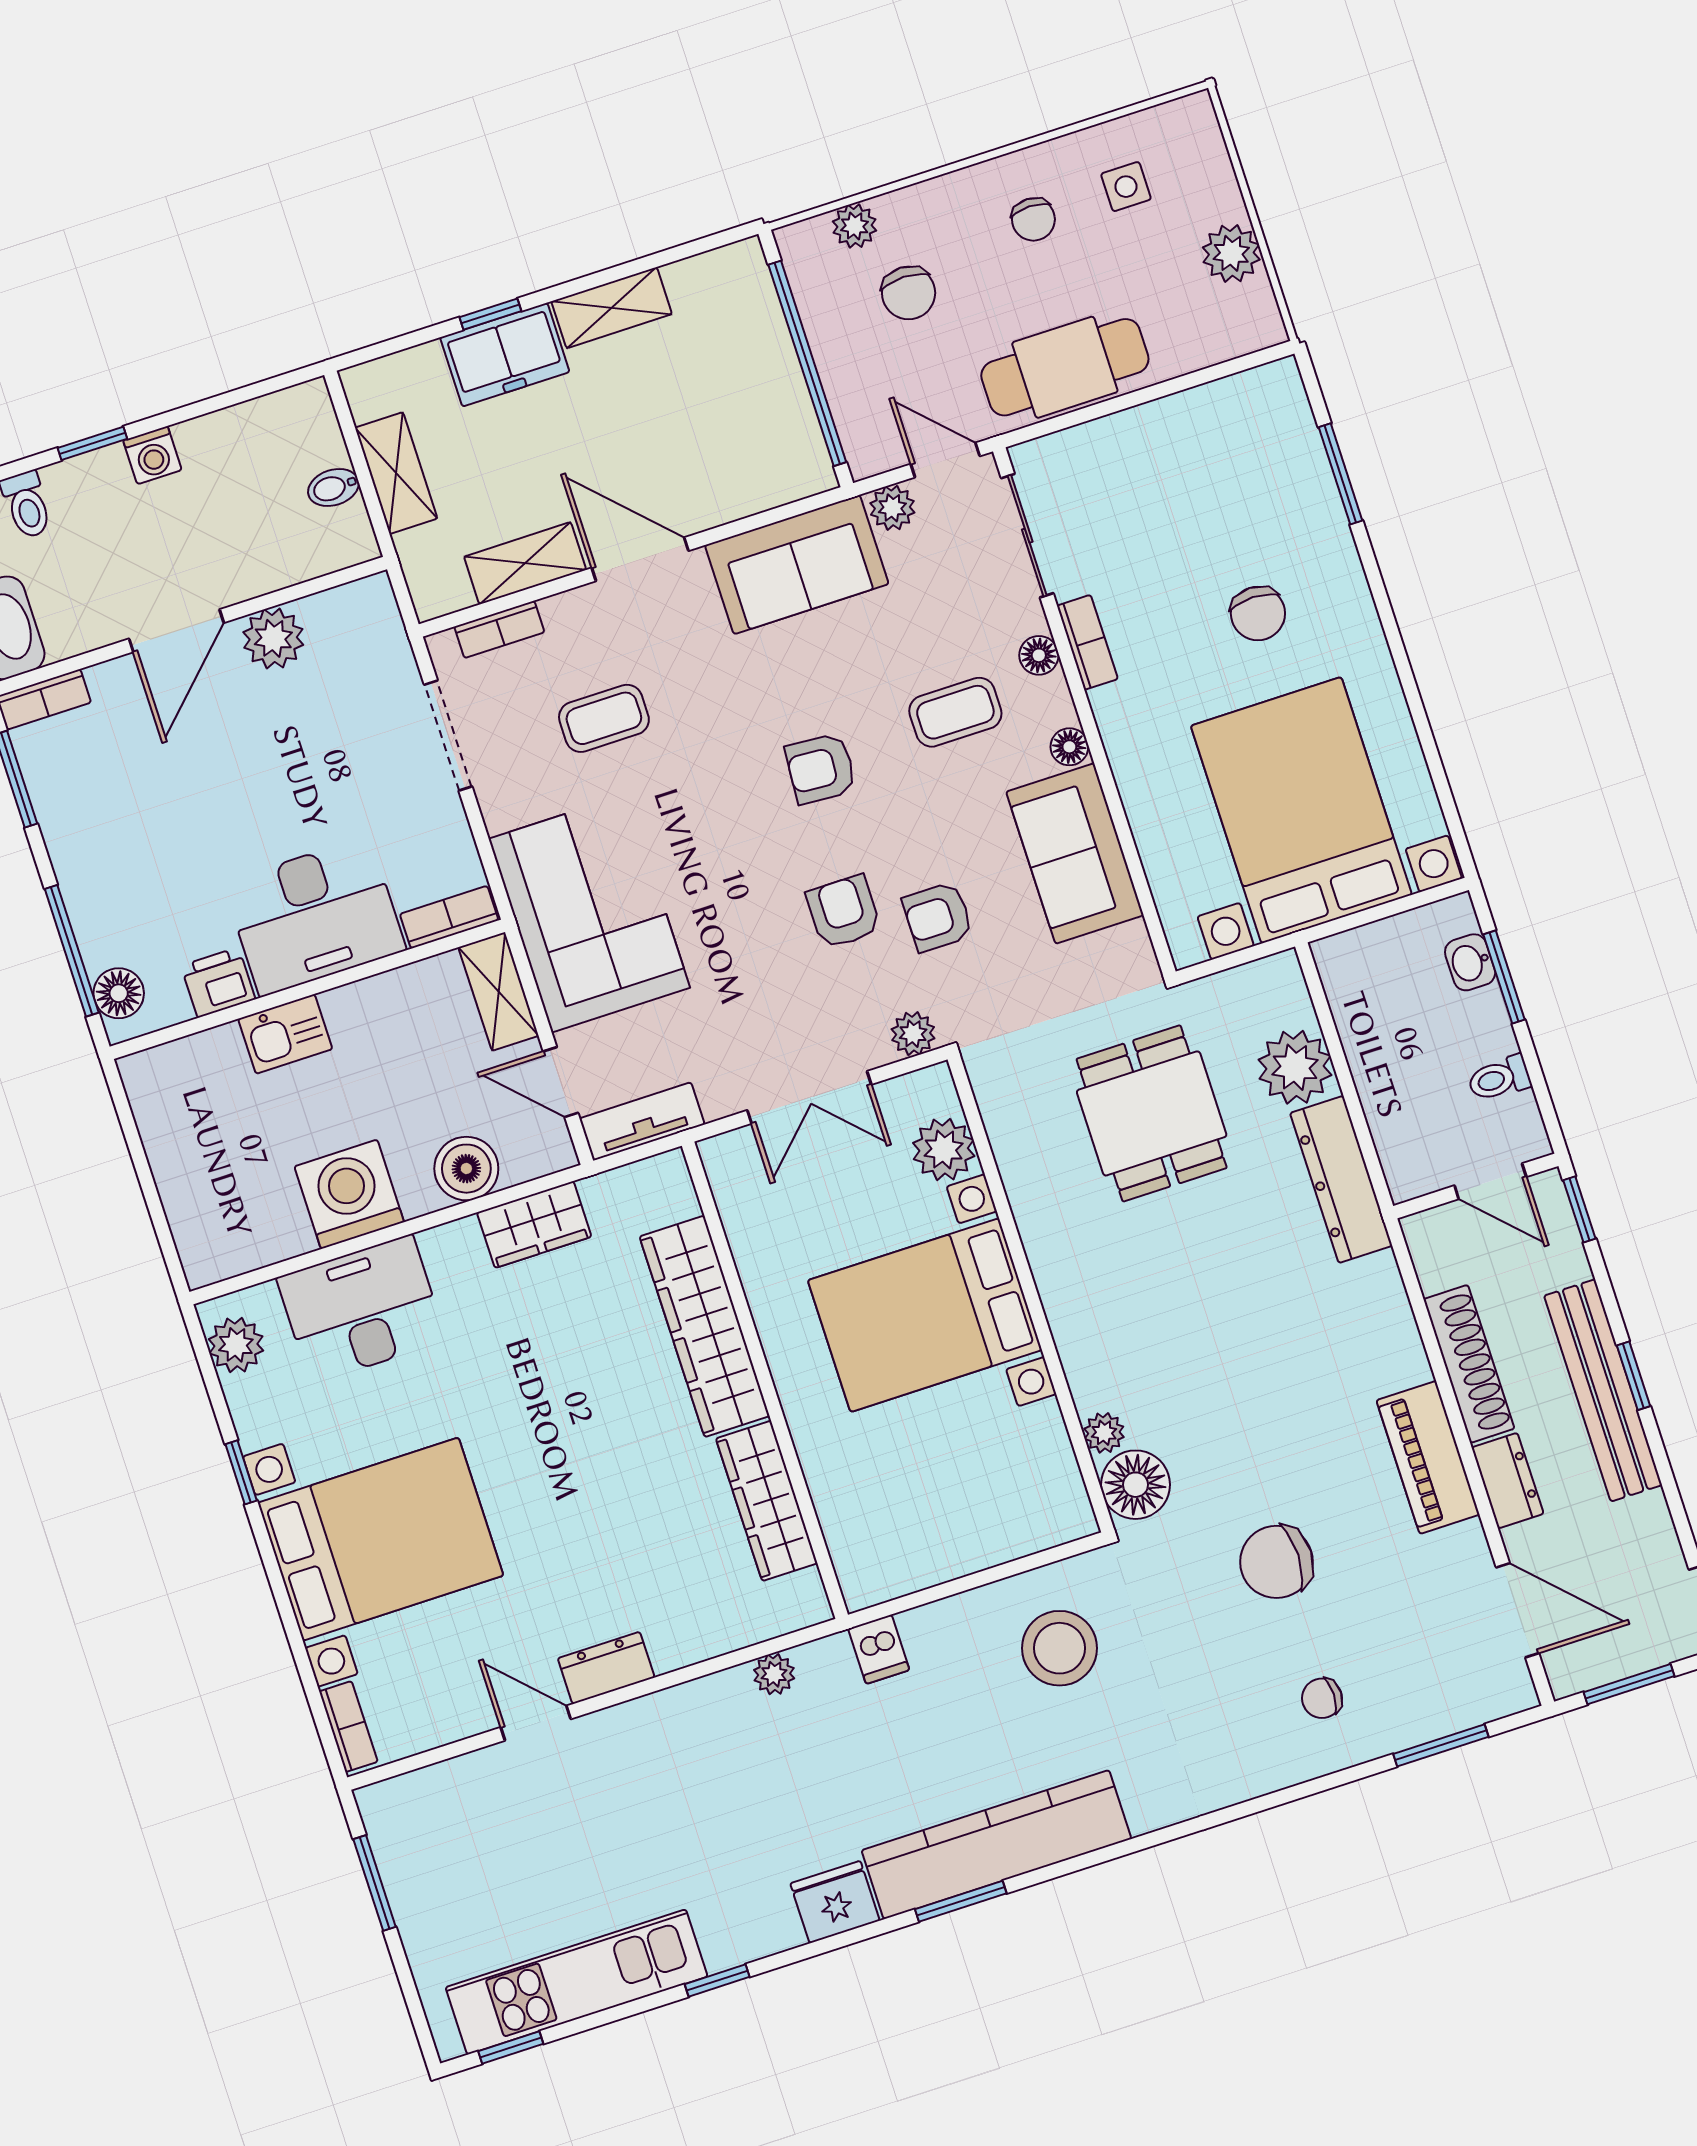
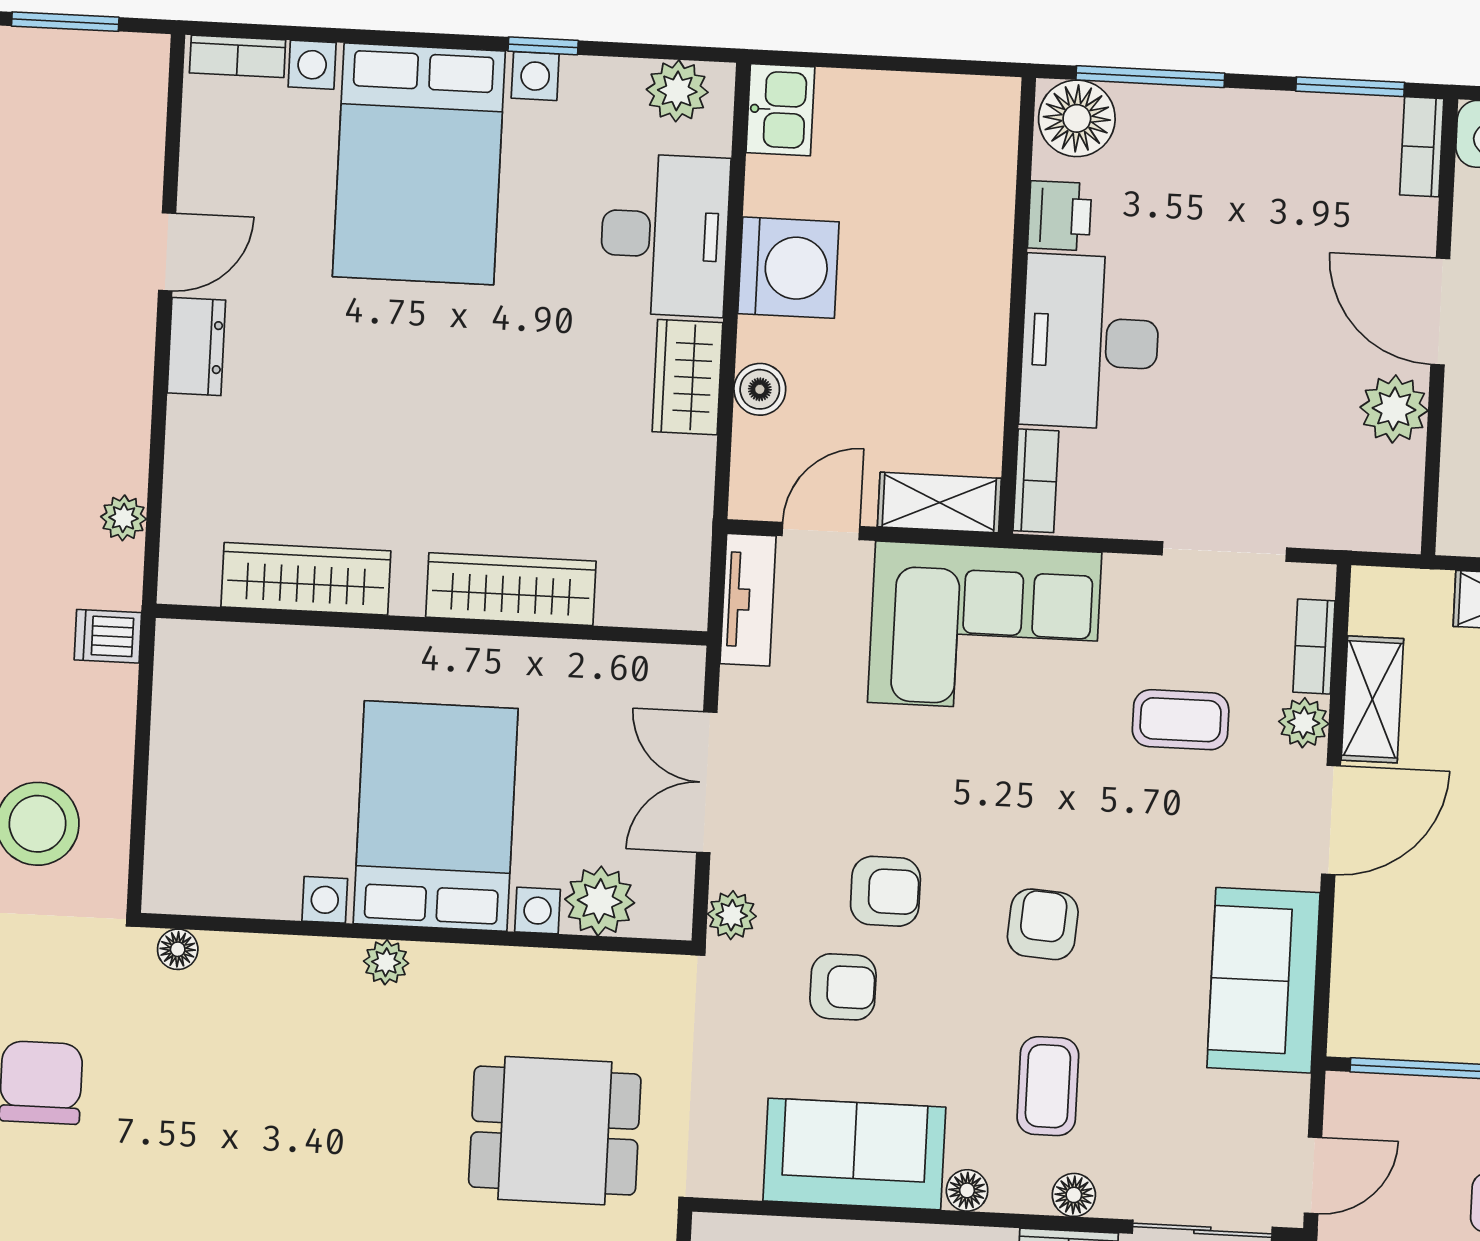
plant: (892, 508) -> (1304, 723), moved
coffee table: (604, 718) -> (1181, 720), turned 90
armchair: (938, 917) -> (843, 987), turned 90
floor lamp: (119, 993) -> (1077, 118), width x1.38, depth x1.38
kitchen sink: (285, 1034) -> (780, 110), moved, turned 180
boiler: (466, 1169) -> (760, 389), width x0.73, depth x0.73
wardrobe: (534, 1225) -> (687, 377), moved
wardrobe: (705, 1326) -> (511, 589), width x0.71, depth x0.85
plant: (1104, 1433) -> (386, 962), moved
floor lamp: (1136, 1485) -> (178, 949), width x0.53, depth x0.53

